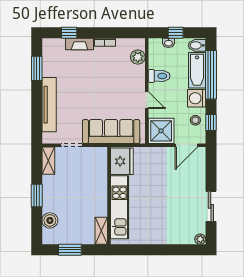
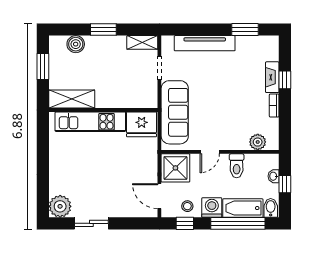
window: (69, 33) -> (285, 80), moved
shelving: (101, 231) -> (72, 99), width x1.50, depth x1.33
plant: (200, 239) -> (60, 206), width x1.87, depth x1.87

